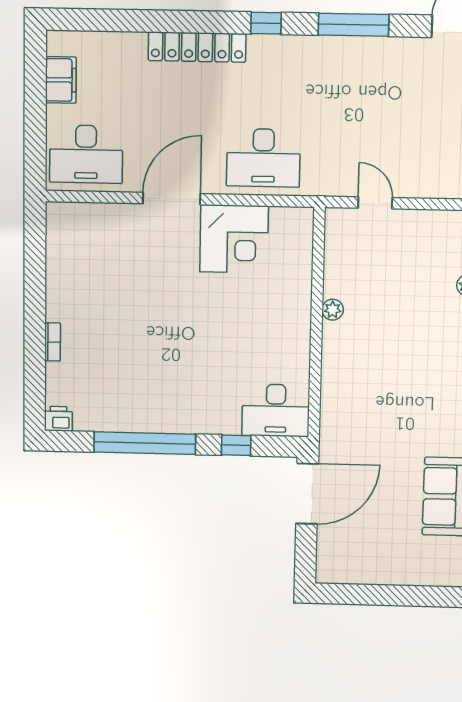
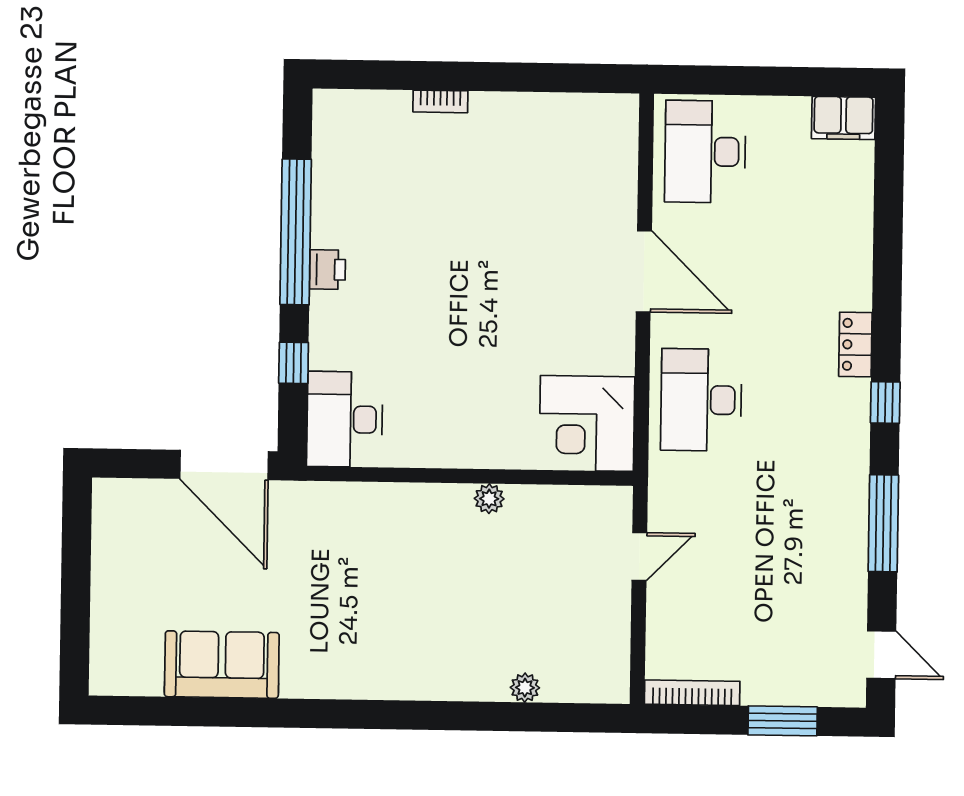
locker: (197, 47) -> (855, 344), width x0.46, depth x0.83
filing cabinet: (61, 80) -> (843, 118), moved
corner desk: (234, 239) -> (587, 423), moved
printer: (58, 419) -> (327, 270), moved

